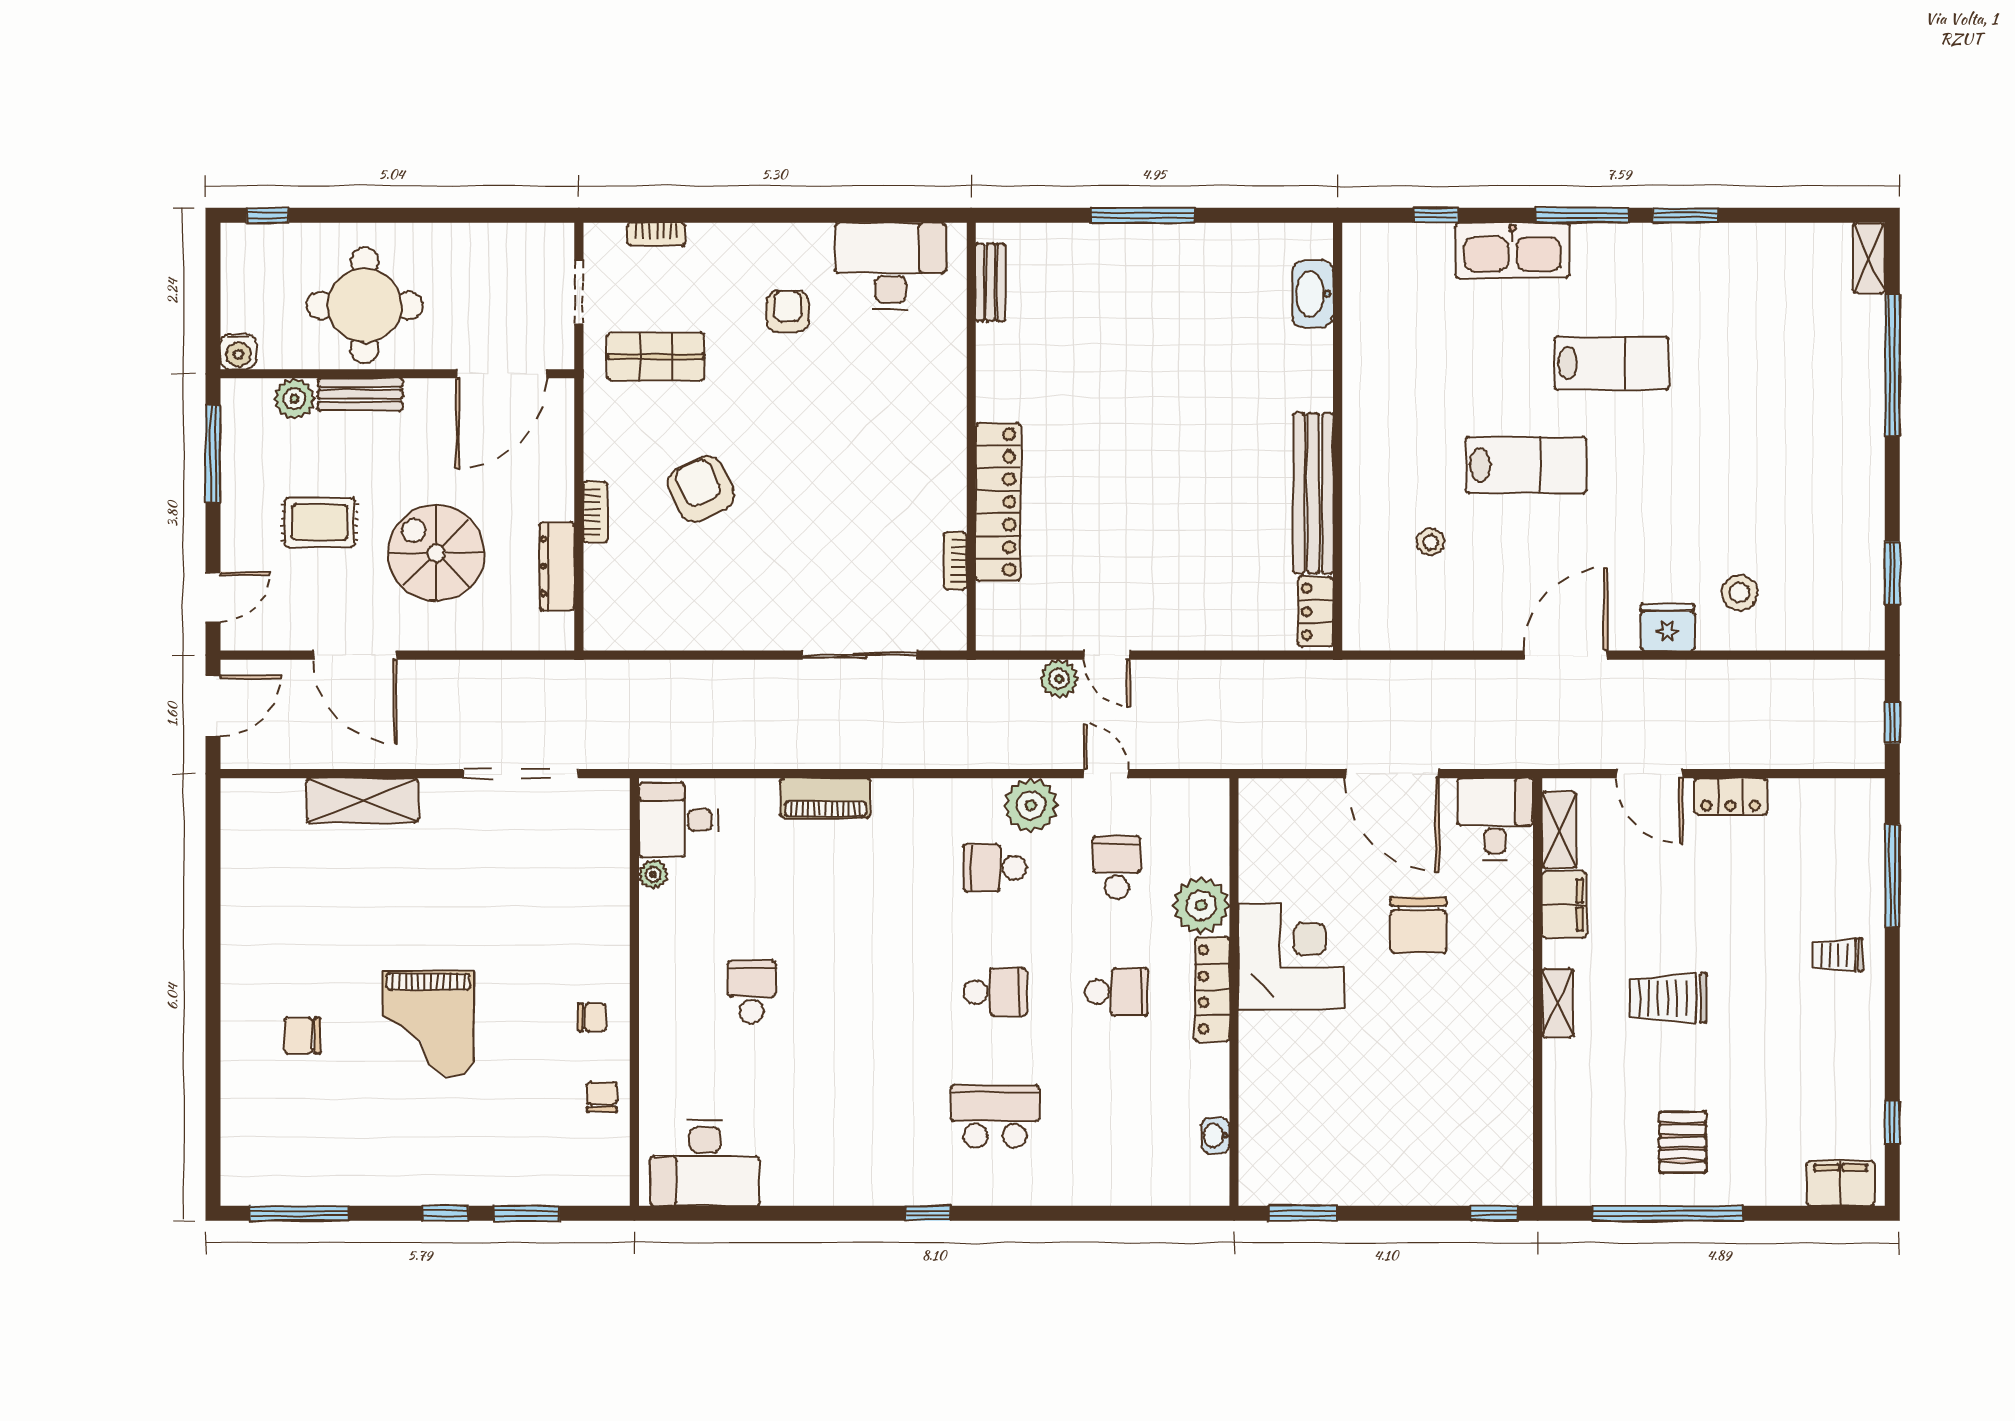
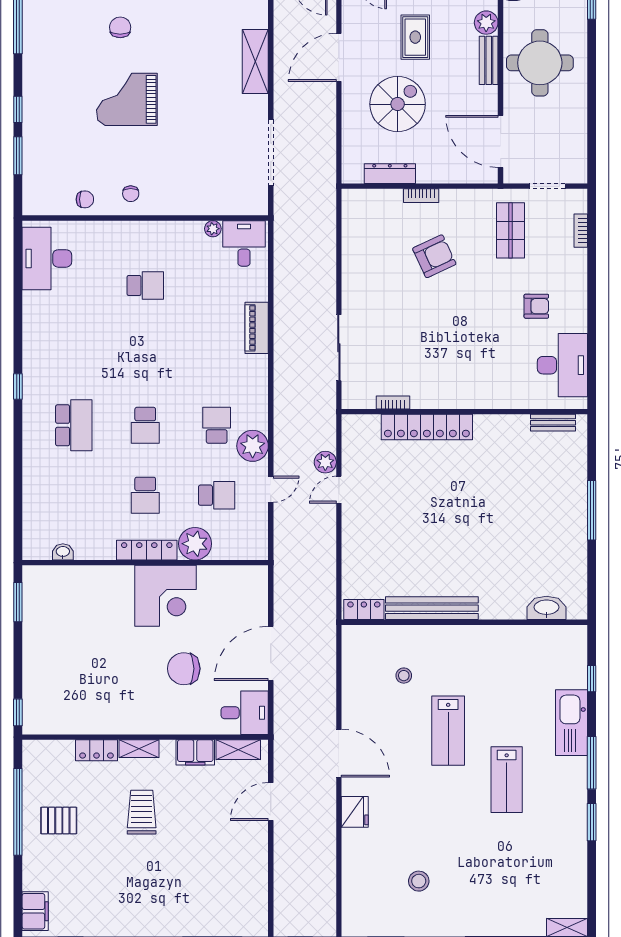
stool: (1740, 593) -> (419, 881), moved
locker: (1731, 796) -> (97, 750), moved, turned -90
trolley: (1837, 955) -> (167, 909), removed

